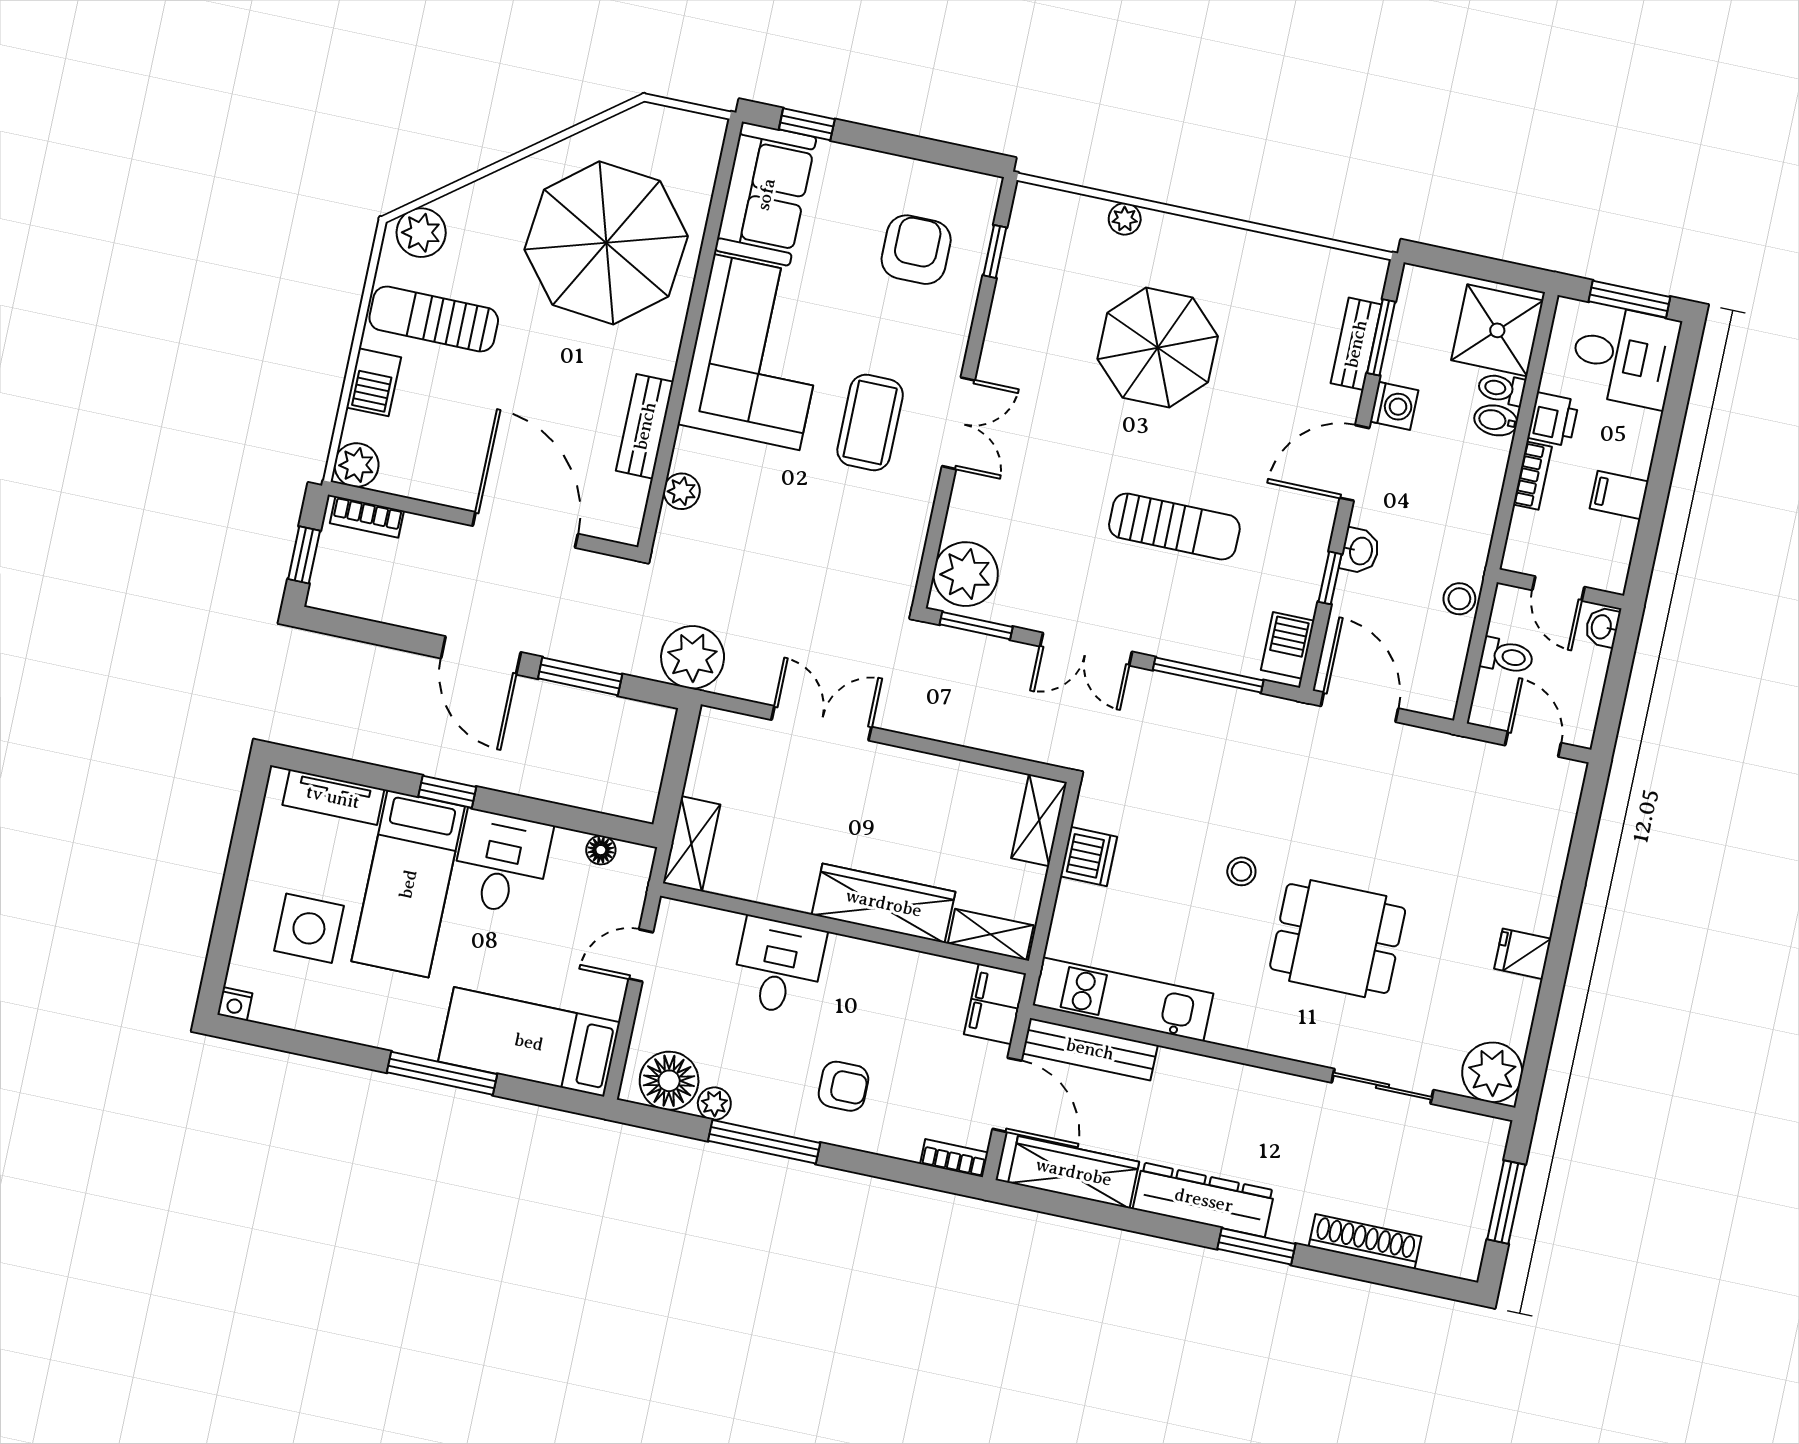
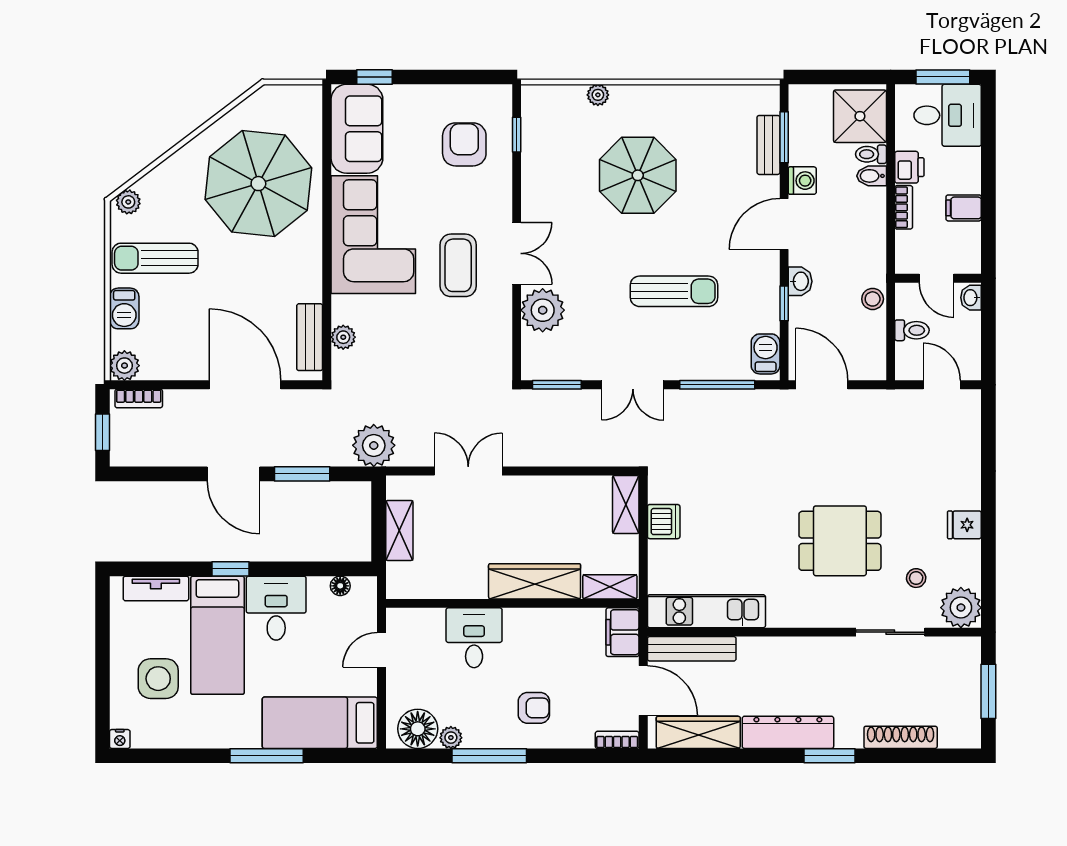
plant: (421, 233) -> (128, 202), width x0.73, depth x0.73
bench: (645, 426) -> (310, 337), moved
plant: (966, 574) -> (543, 310), moved
shelving: (692, 844) -> (399, 530), moved
stool: (1241, 871) -> (916, 578), moved

